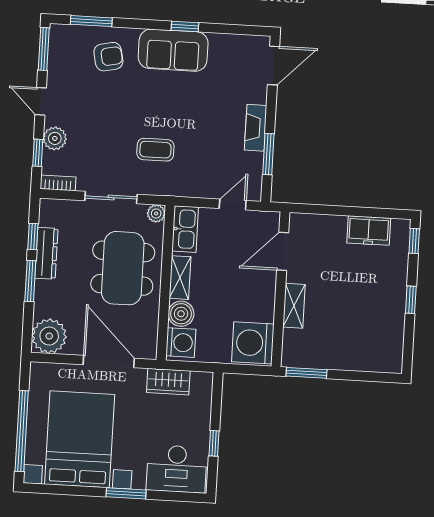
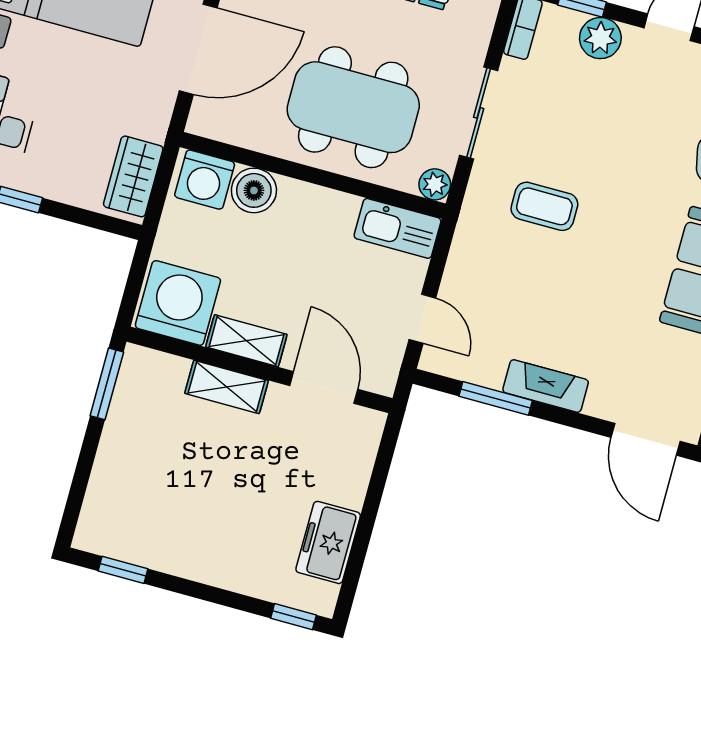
coffee table: (155, 150) -> (544, 206), turned 90
shelving: (180, 278) -> (246, 341), moved
window: (411, 300) -> (123, 570), moved
wardrobe: (168, 382) -> (133, 176), moved

